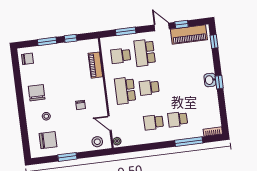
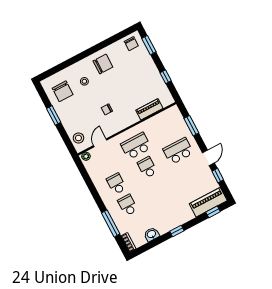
piano: (189, 34) -> (208, 202), moved, turned 90
window: (47, 41) -> (149, 45), moved
school desk: (121, 56) -> (167, 130), removed
washbasin: (210, 80) -> (152, 234), moved

